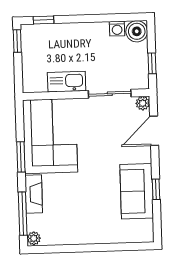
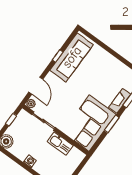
washing machine: (117, 29) -> (30, 161), moved
door: (154, 131) -> (36, 86), hinge flipped
sofa: (137, 191) -> (72, 57), width x1.36

